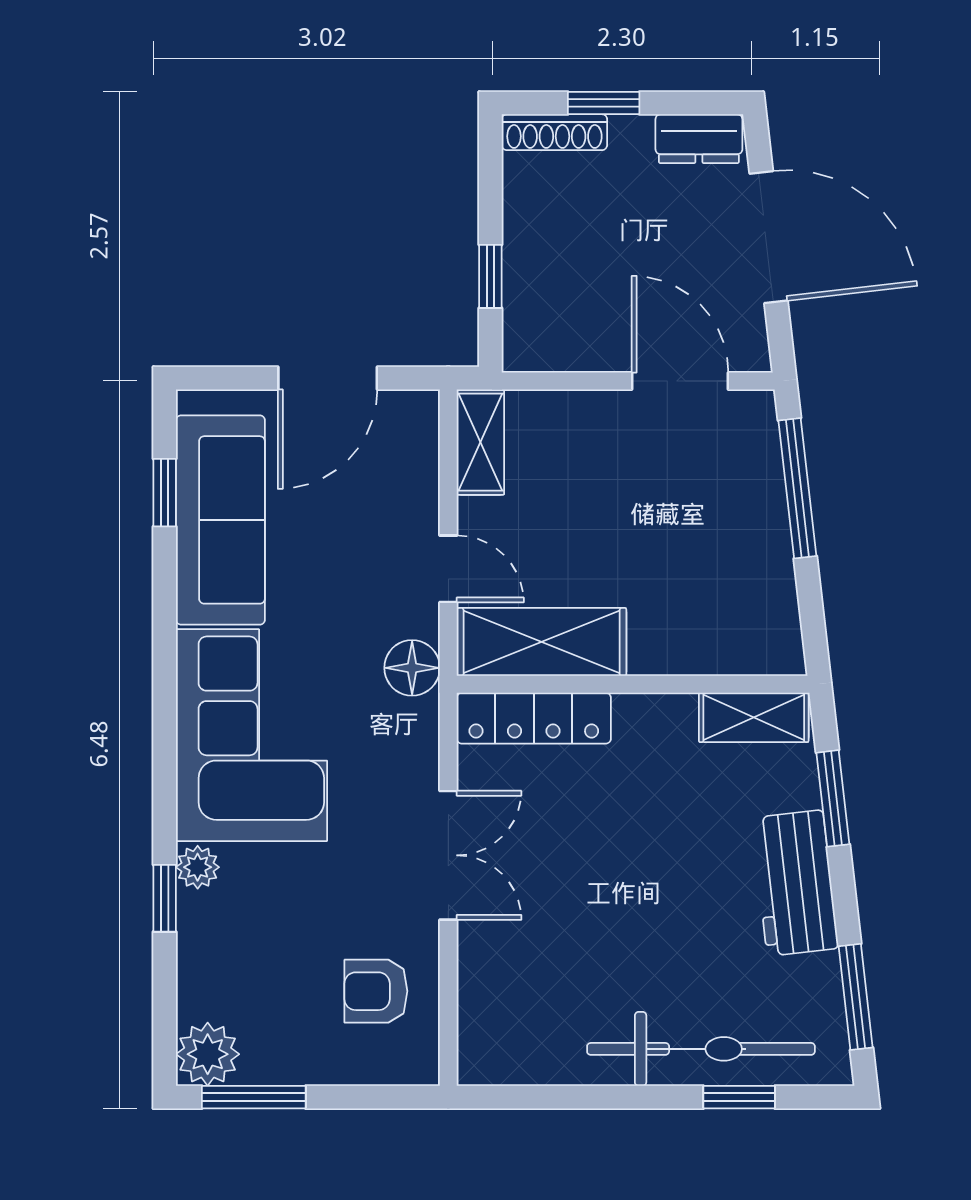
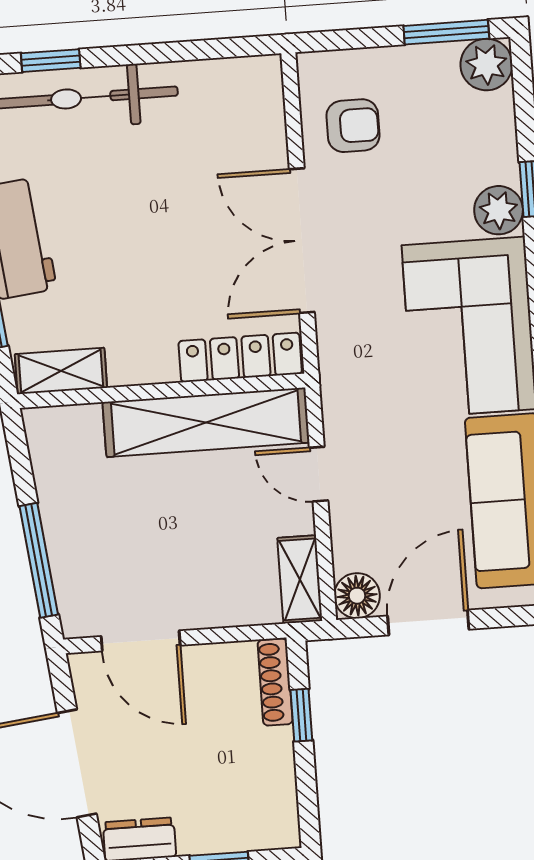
shoe rack: (554, 132) -> (275, 682), moved, turned -90
shelving: (542, 642) -> (206, 422), width x1.47
floor lamp: (412, 668) -> (357, 596), moved
double door: (448, 855) -> (302, 241), width x1.37
plant: (198, 867) -> (499, 210), width x1.38, depth x1.38

